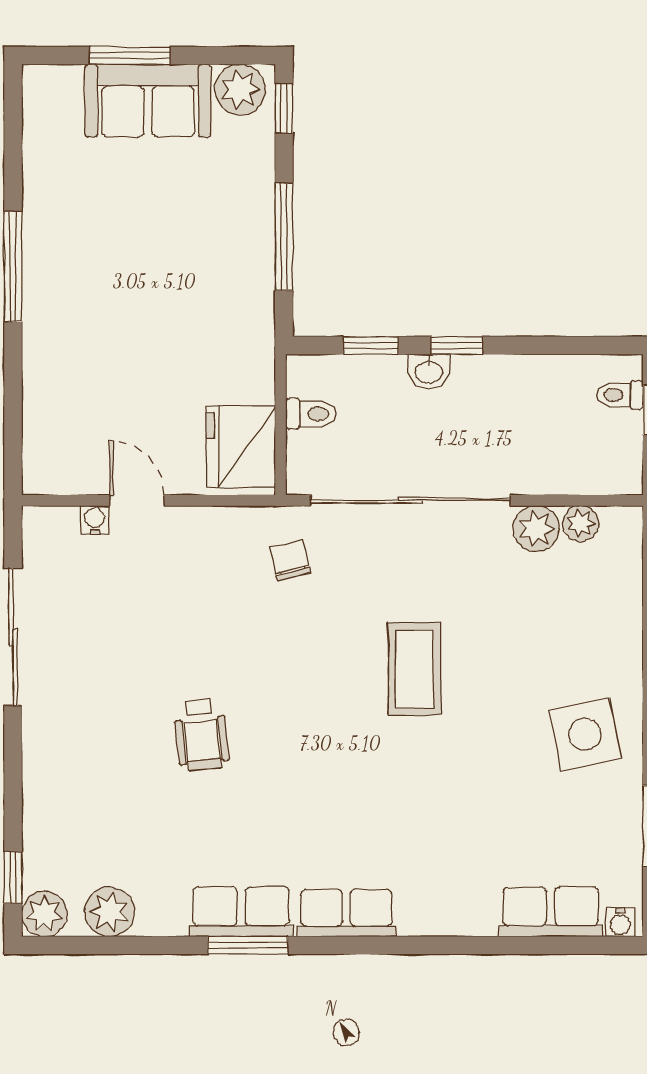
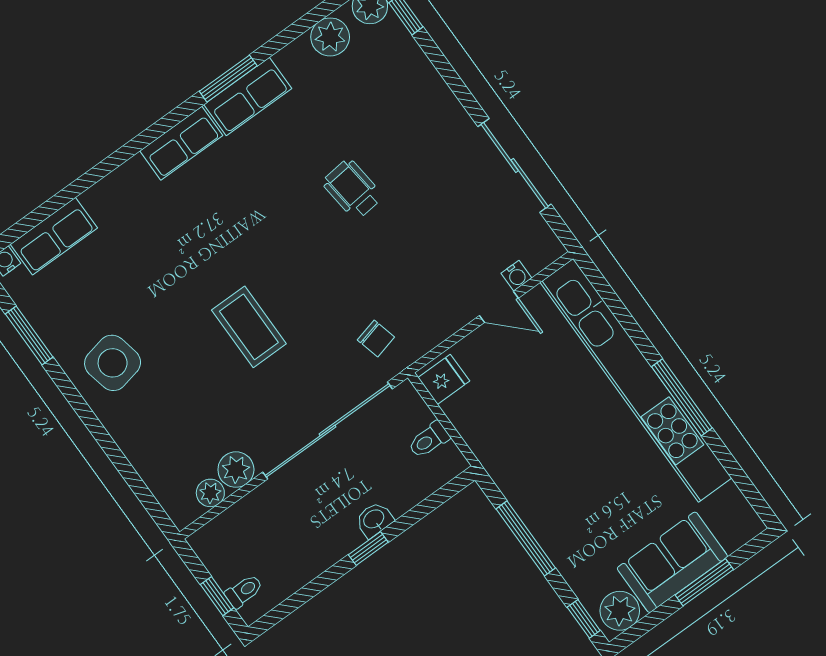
kitchen unit: (48, 319) -> (636, 380), added
window: (371, 345) -> (422, 510), removed
fridge: (241, 447) -> (444, 379), width x0.53, depth x0.75

